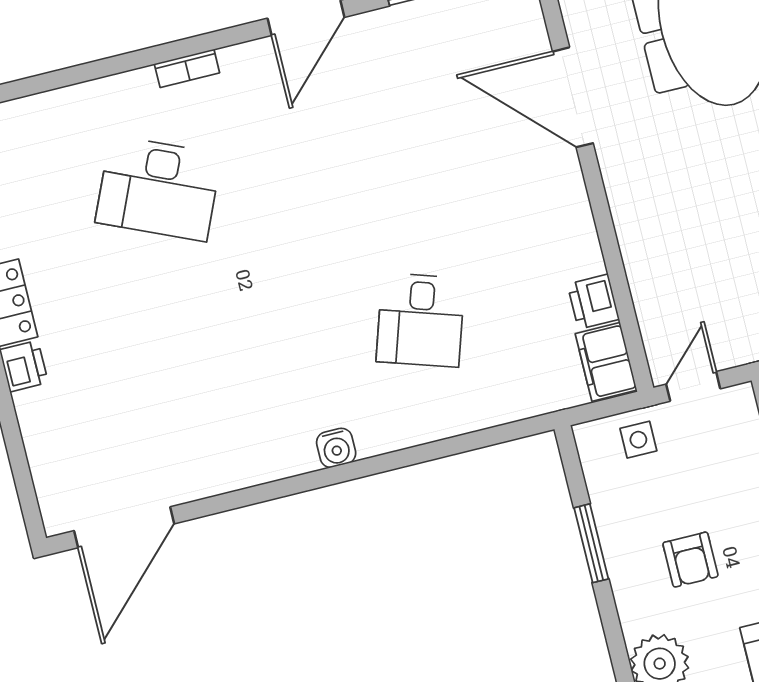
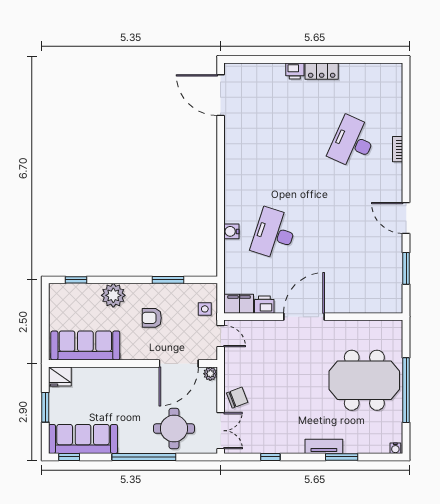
bookcase: (187, 68) -> (398, 149), moved
door: (573, 97) -> (304, 317), moved
desk: (421, 320) -> (274, 234), width x1.37
water cooler: (336, 448) -> (231, 231), moved

